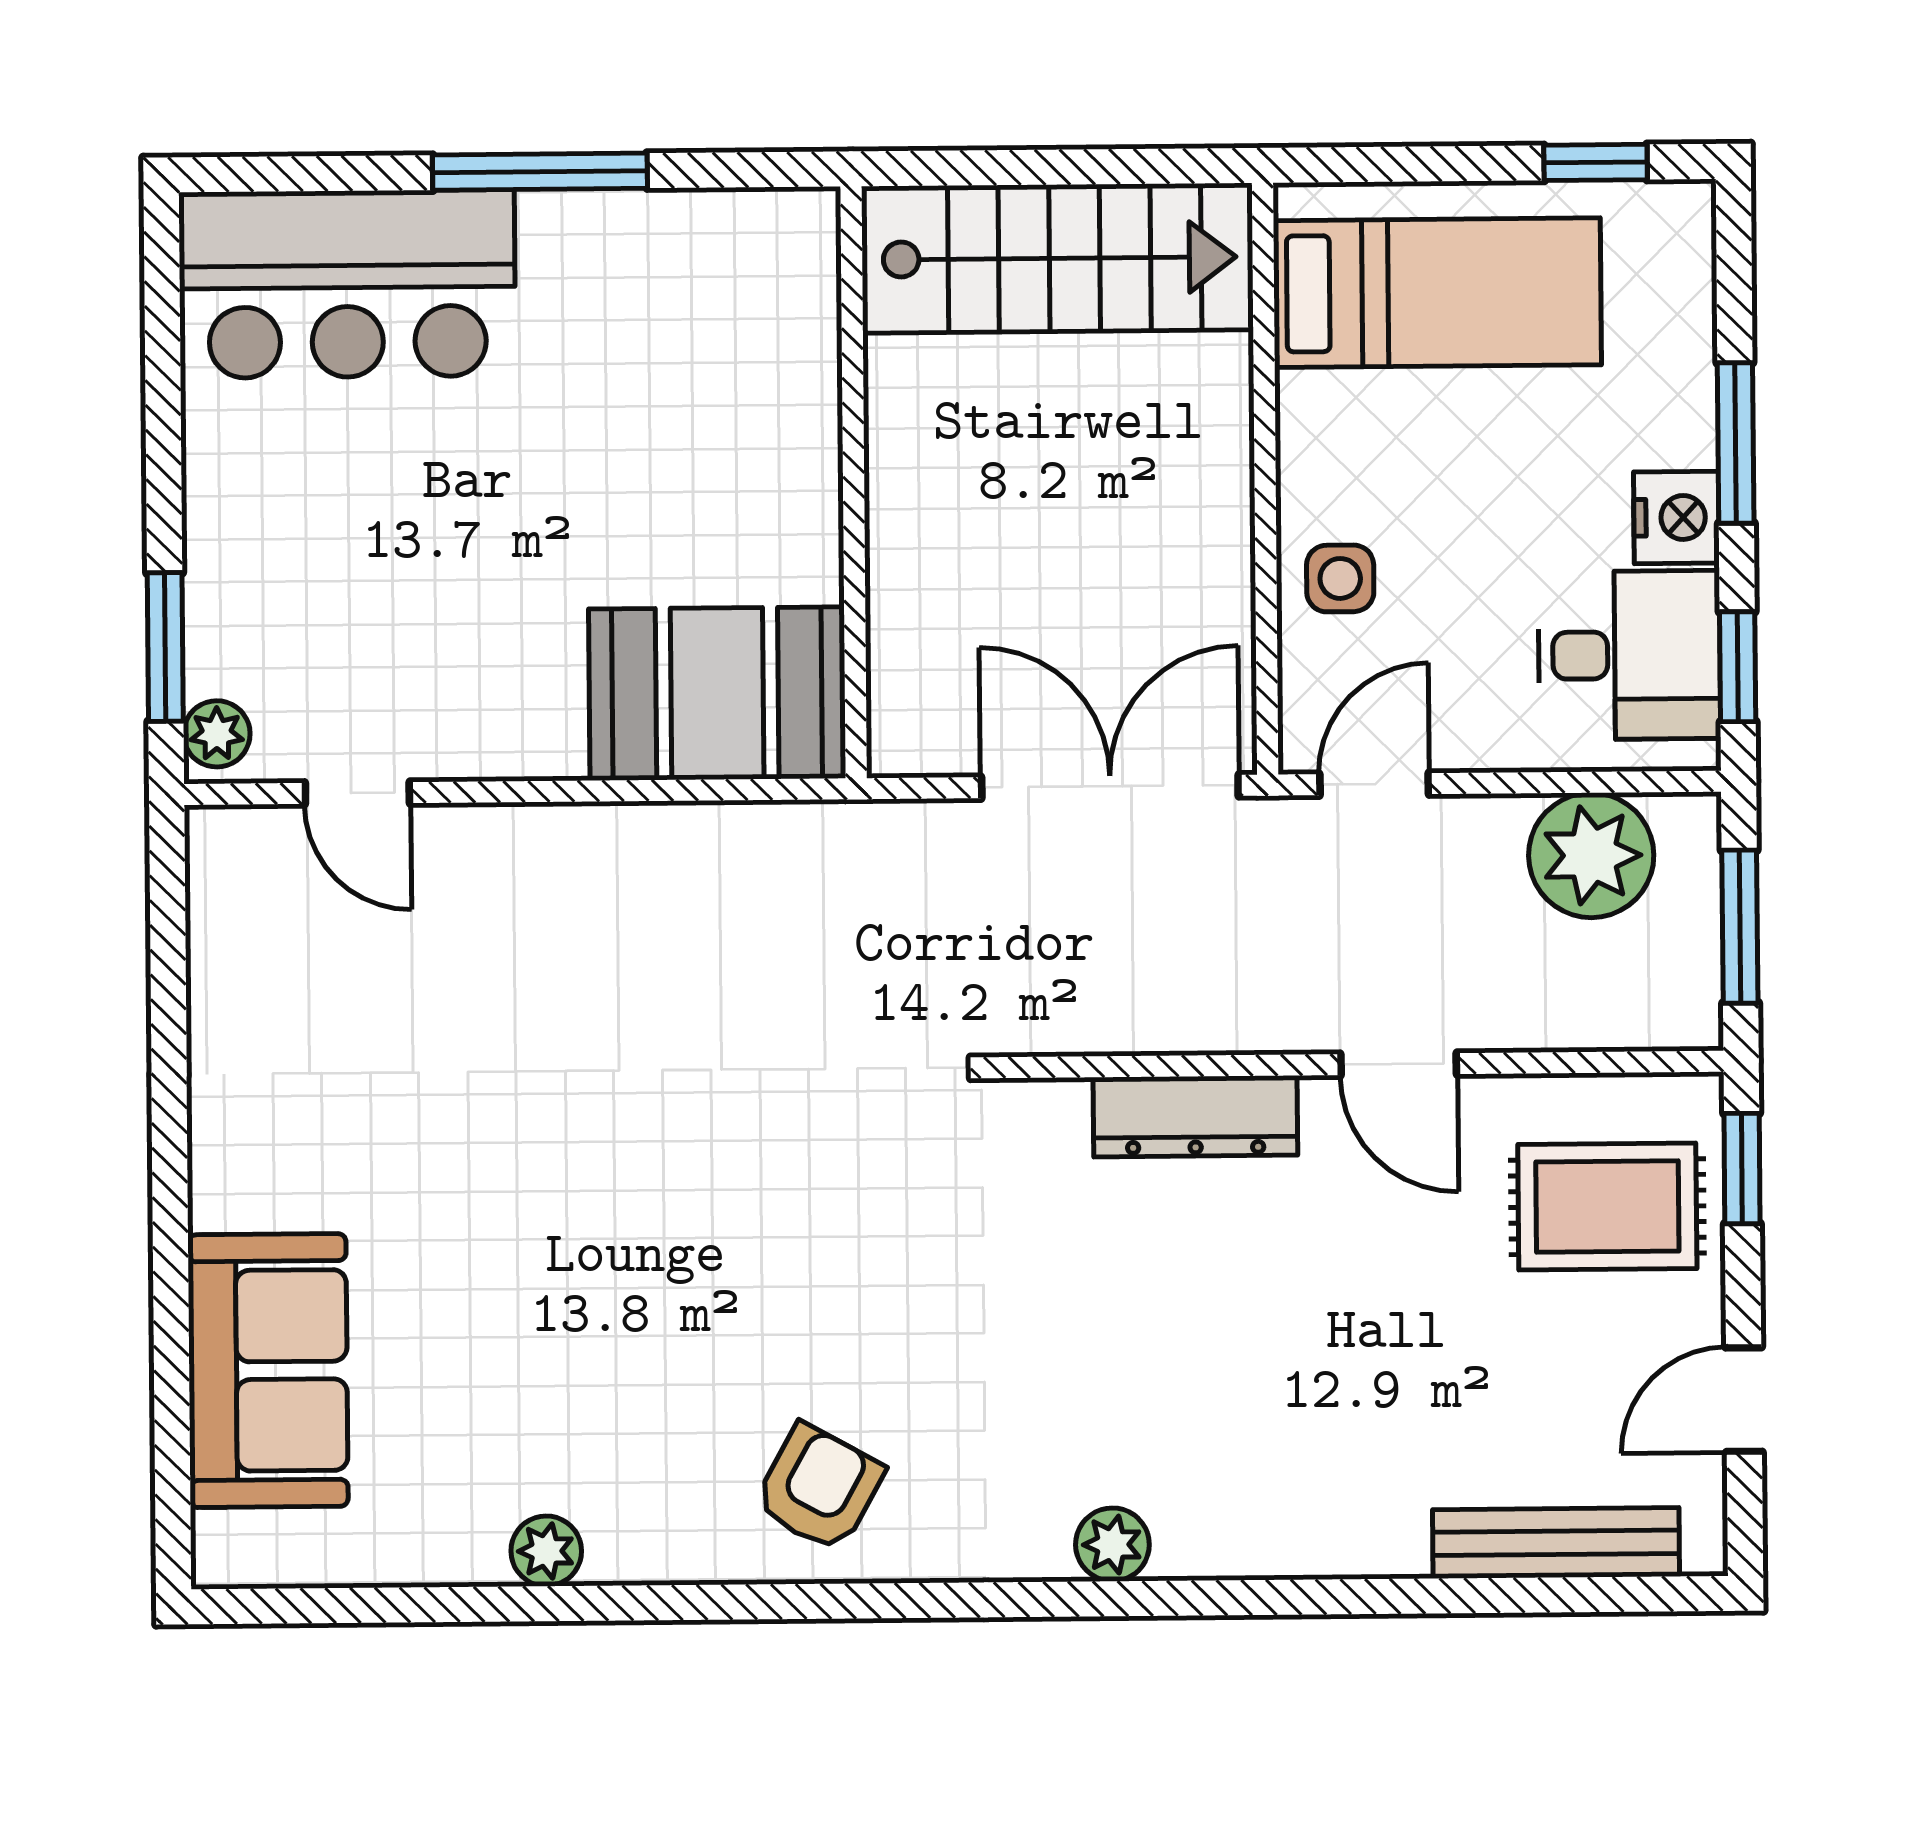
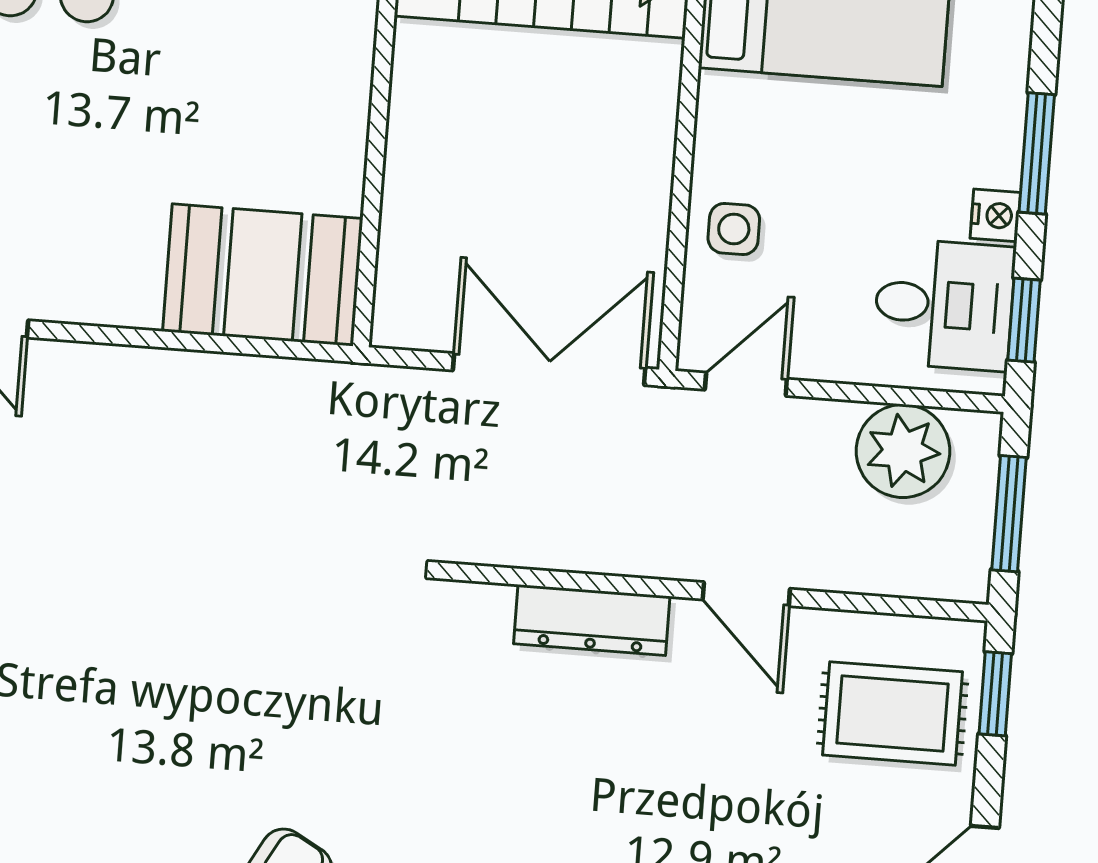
nightstand: (1676, 518) -> (995, 215), width x0.72, depth x0.74

